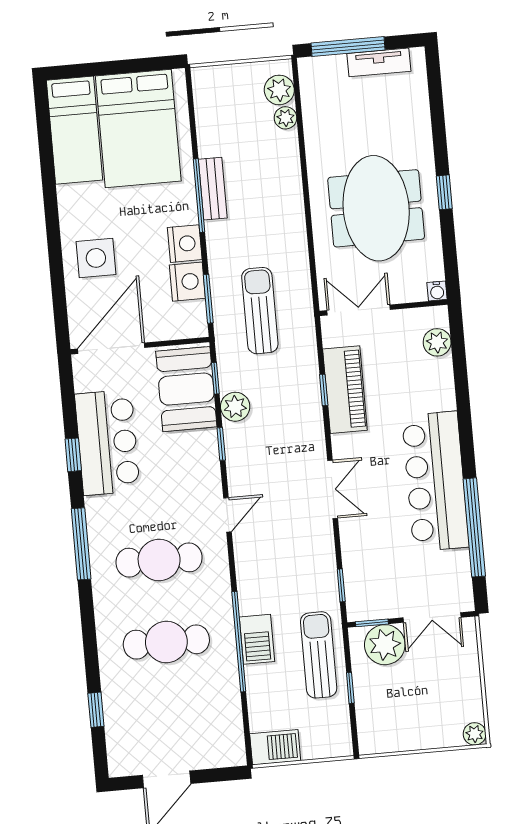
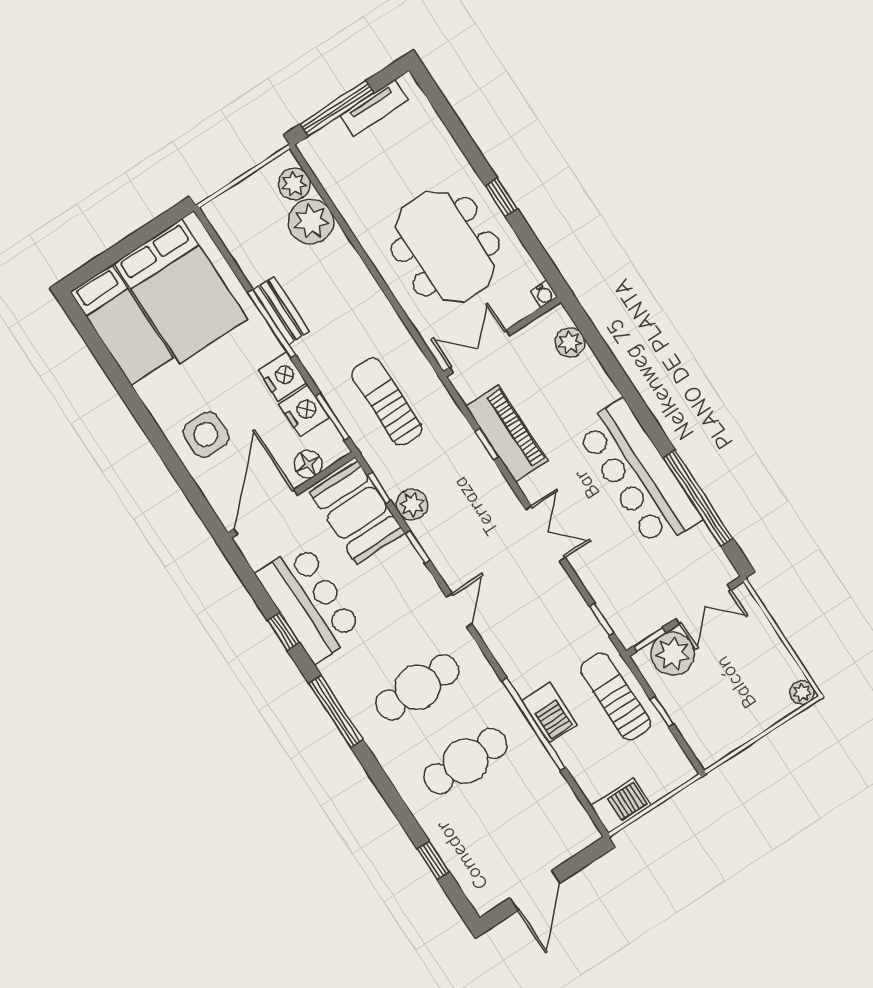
plant: (285, 118) -> (311, 222), width x1.88, depth x1.88
floor lamp: (167, 328) -> (308, 464), added

